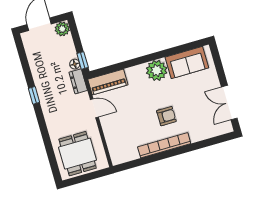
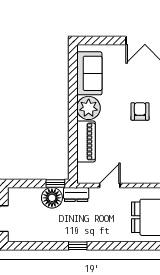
plant: (62, 29) -> (16, 196), removed
floor lamp: (75, 64) -> (52, 198), width x1.89, depth x1.89
piano: (108, 82) -> (86, 141), moved

